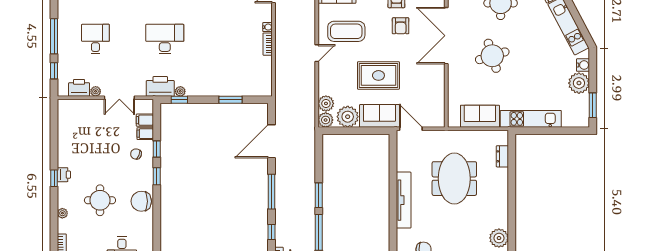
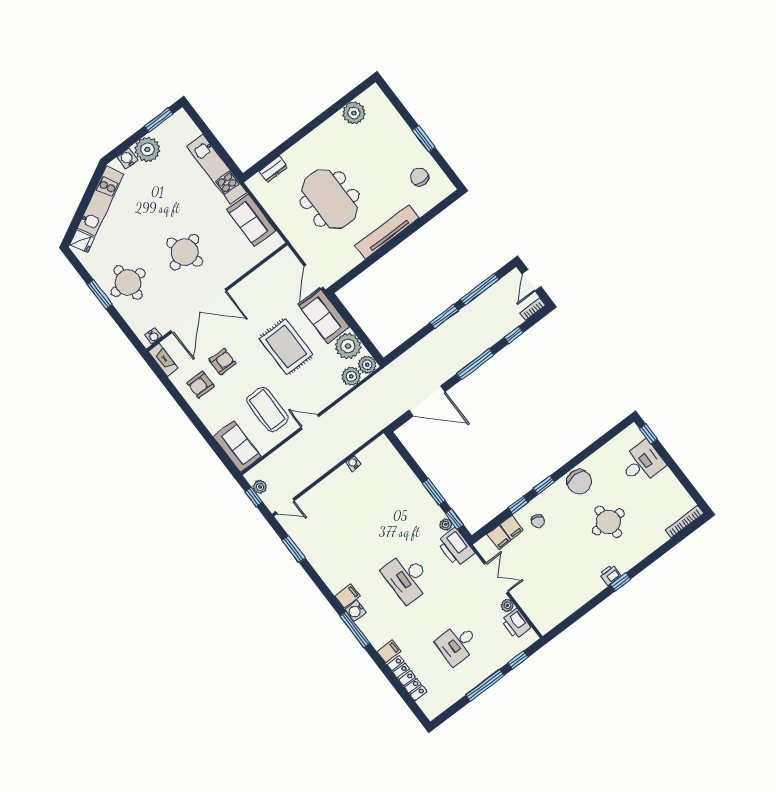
water cooler: (267, 27) -> (353, 463), moved
bookcase: (268, 44) -> (337, 475), removed
window: (230, 100) -> (434, 492), moved
meeting table: (454, 179) -> (329, 199), turned 90
plant: (62, 213) -> (648, 548), removed

